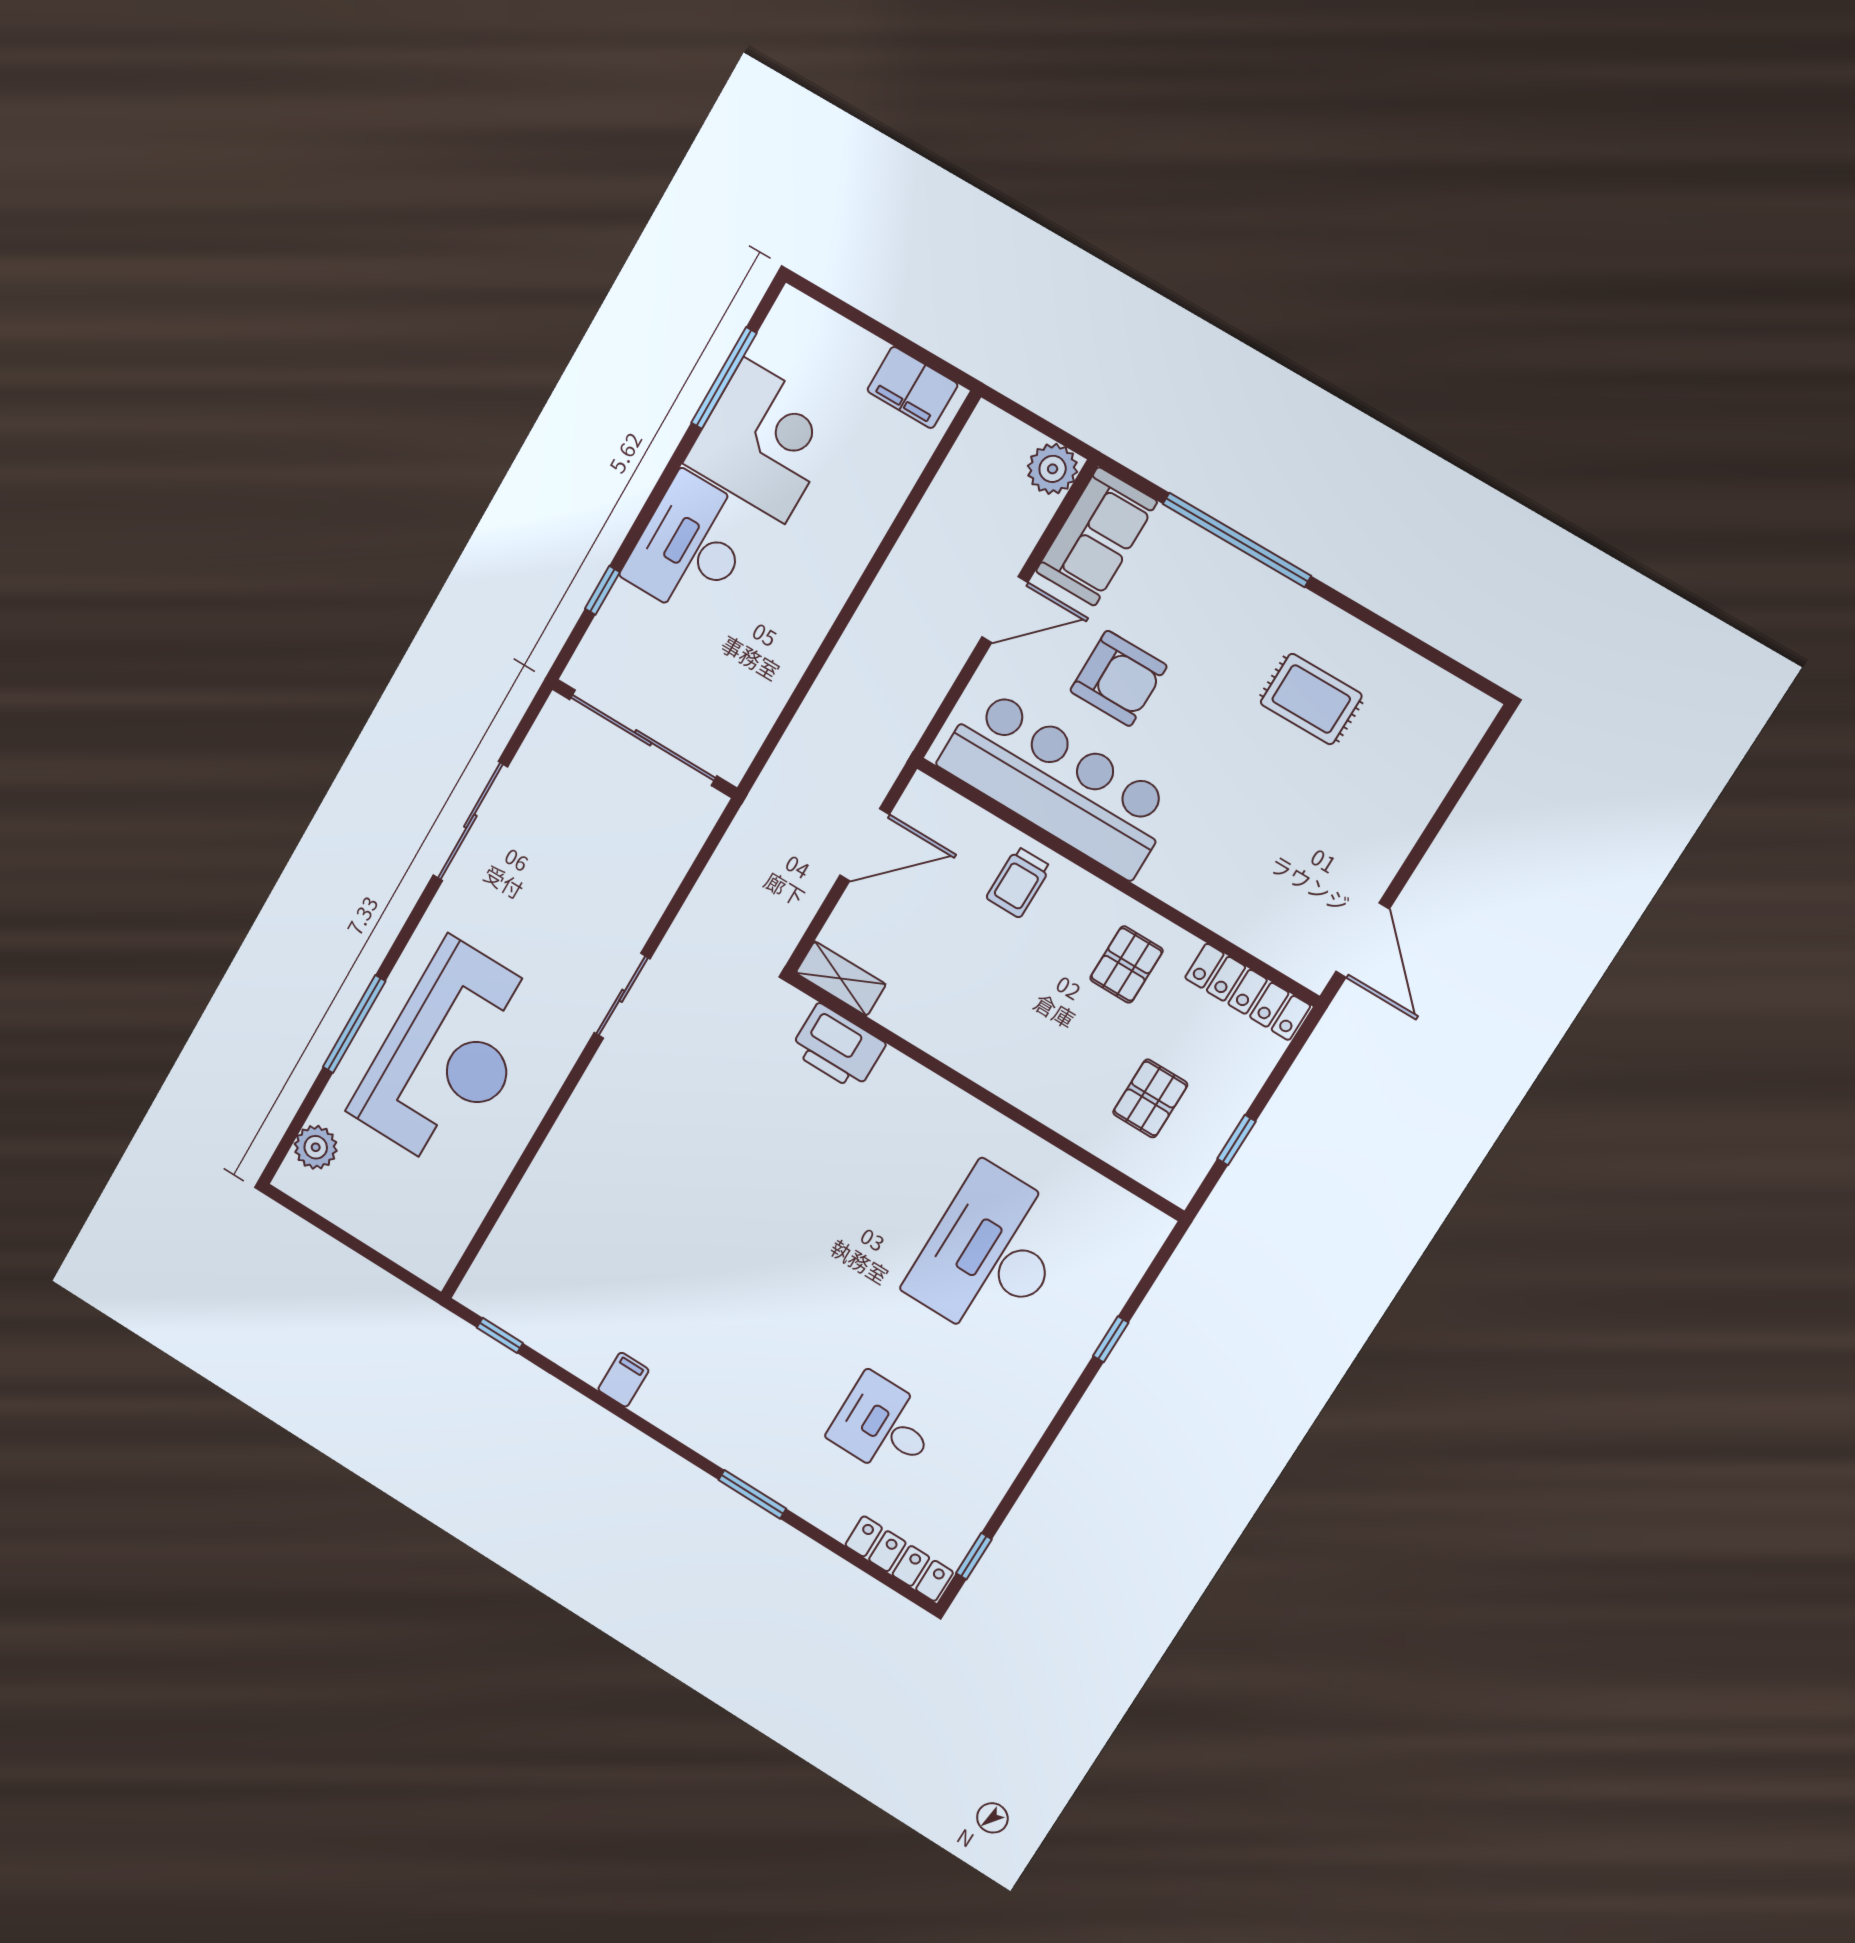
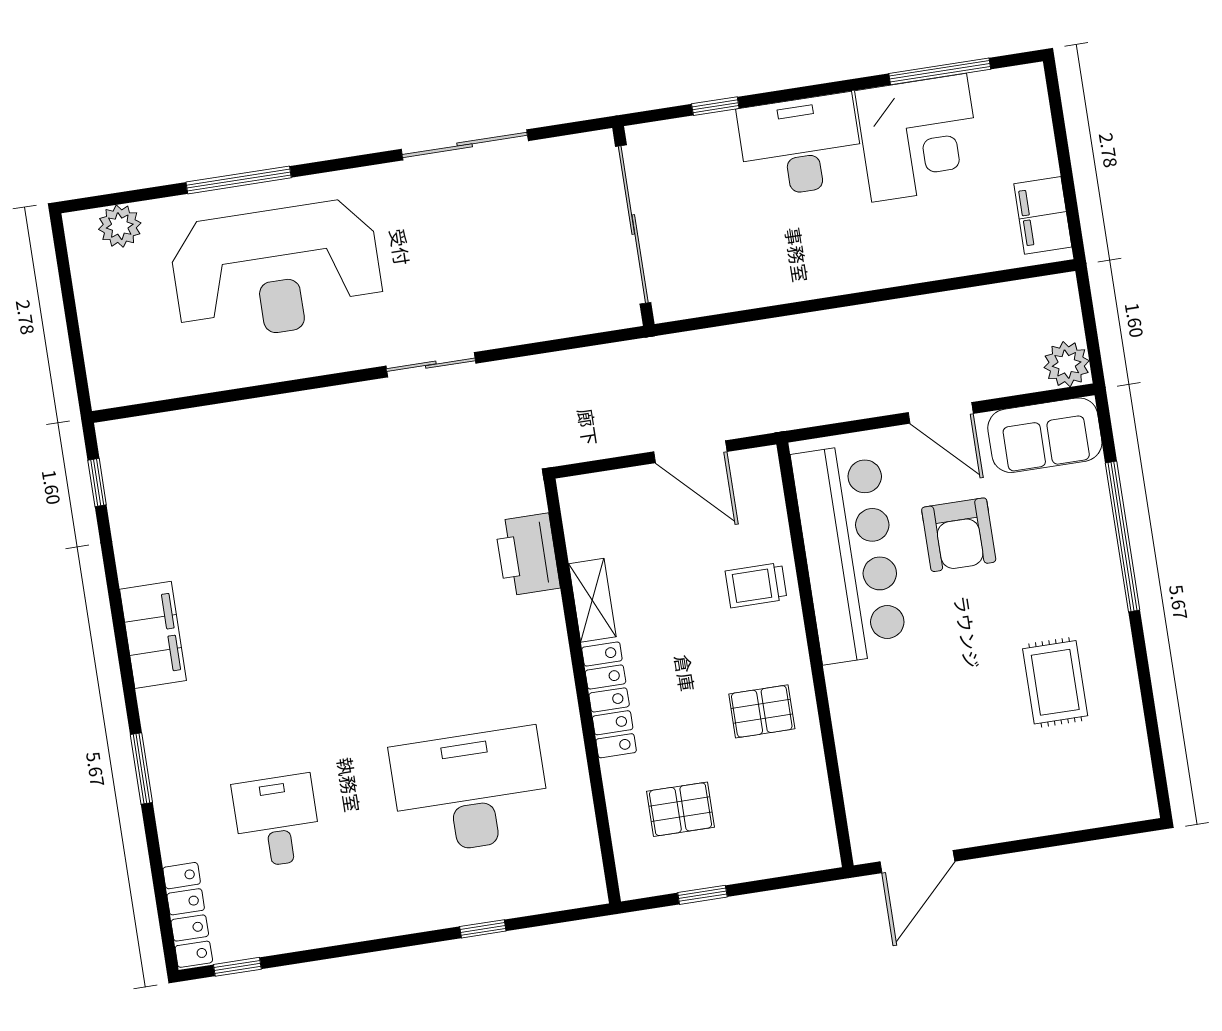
shelving: (841, 979) -> (592, 600), moved
locker: (1248, 992) -> (609, 700), moved, turned 180
filing cabinet: (623, 1380) -> (153, 635), width x3.00, depth x1.17

